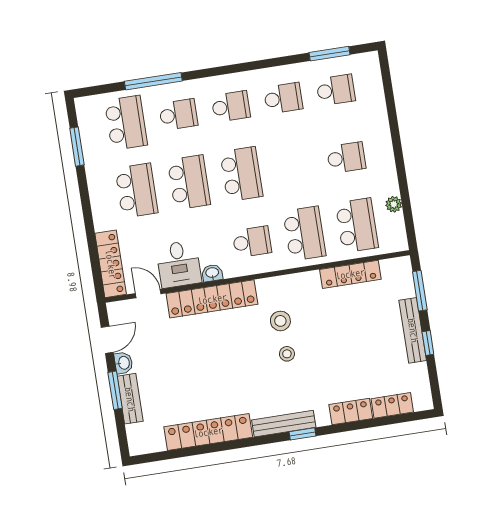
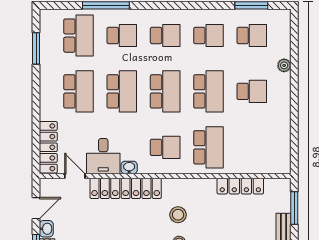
plant: (394, 204) -> (284, 65), moved
school desk: (357, 225) -> (208, 91), moved

